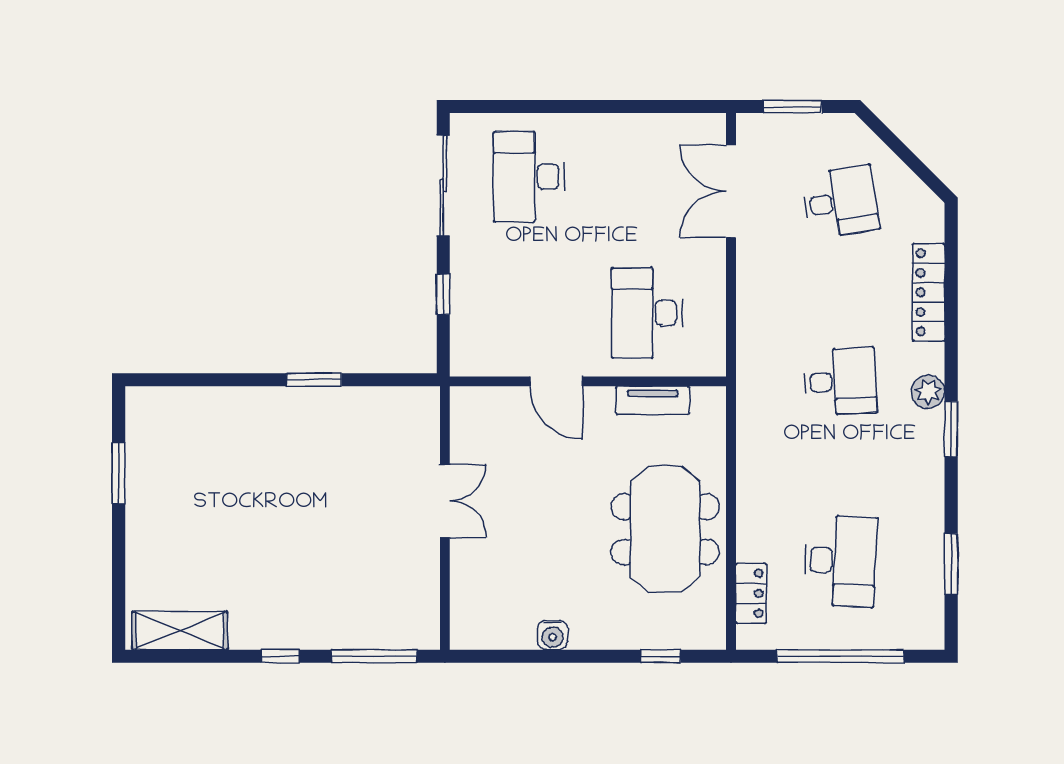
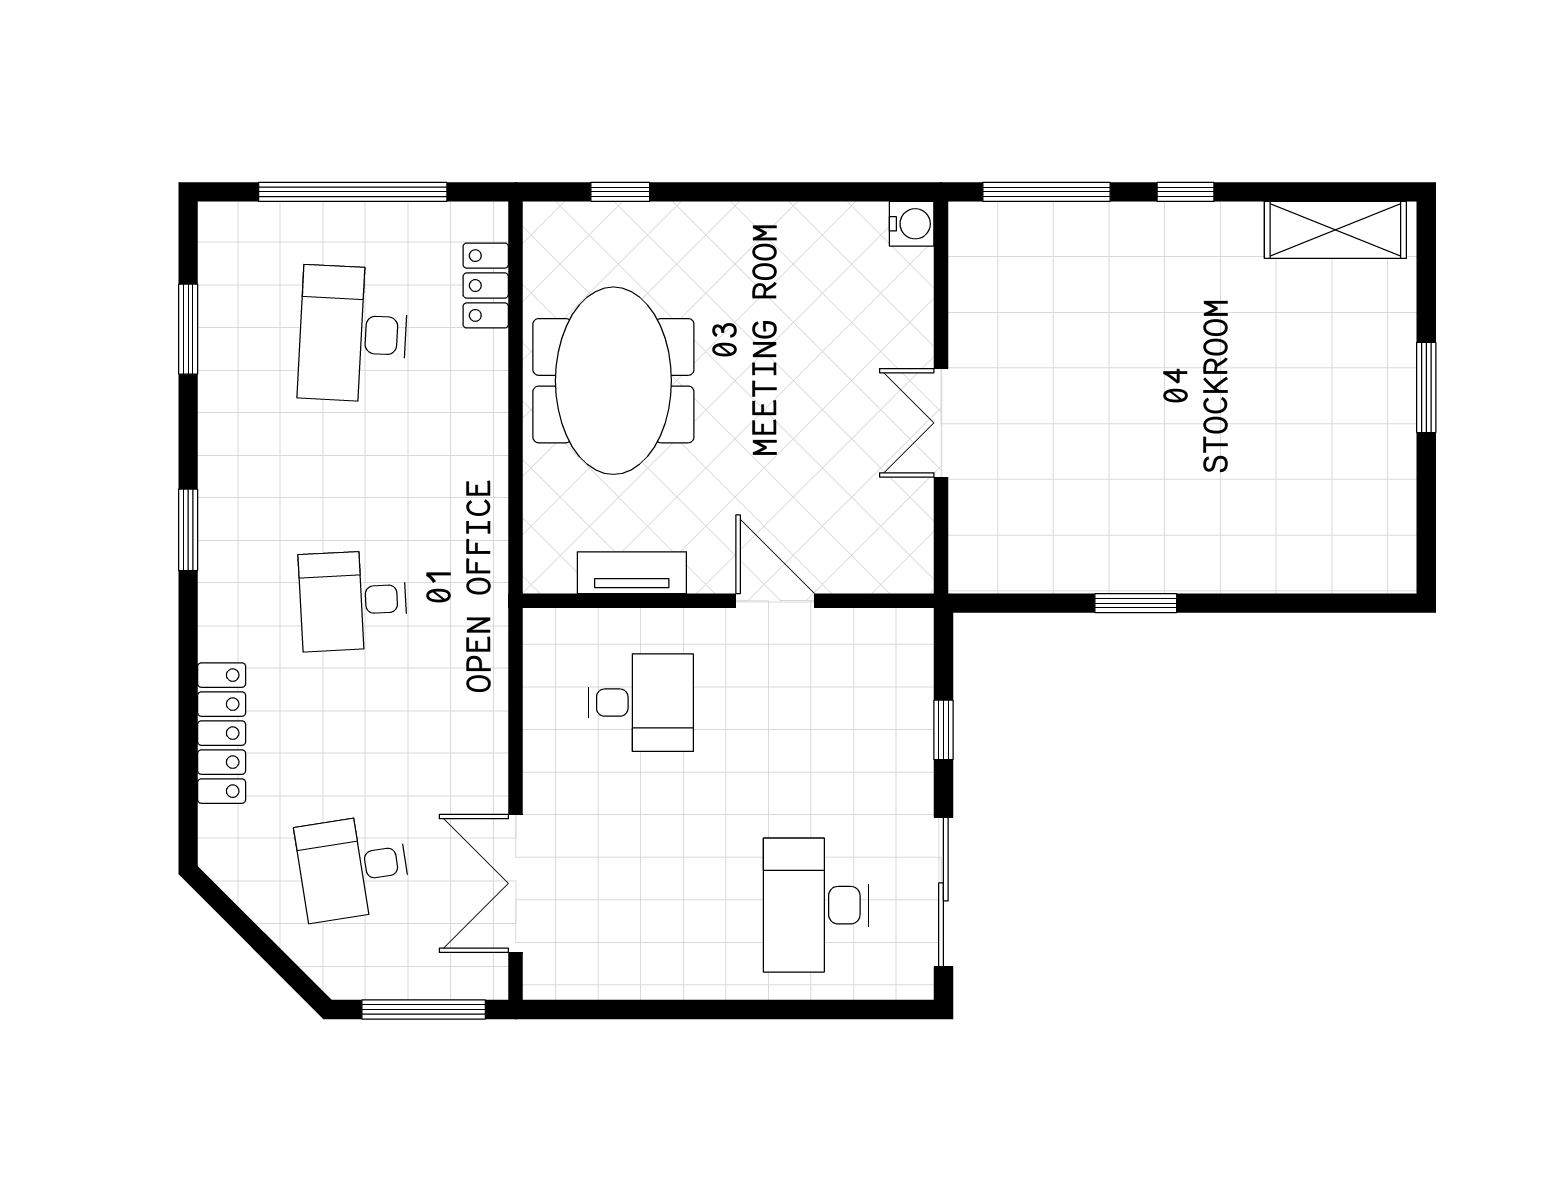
window: (793, 107) -> (424, 1009), width x1.44
desk: (529, 177) -> (816, 905), turned 180
double door: (731, 191) -> (516, 883), swing flipped
desk: (647, 313) -> (641, 703), width x0.73
plant: (928, 392) -> (223, 585), removed
window: (119, 473) -> (1426, 387), moved
water cooler: (553, 635) -> (912, 224), moved, turned 90

